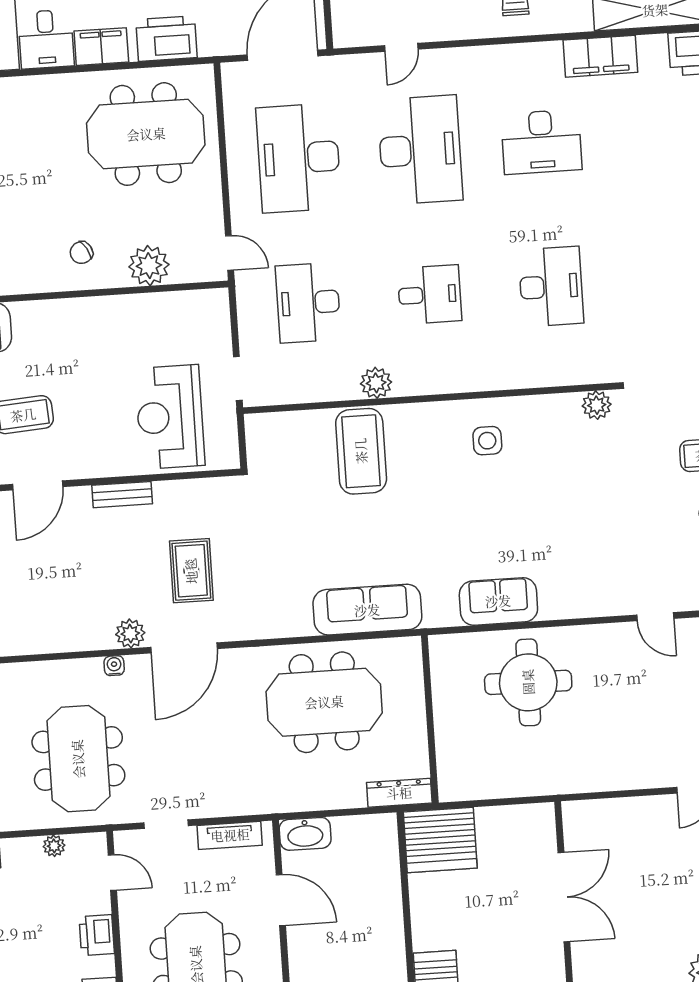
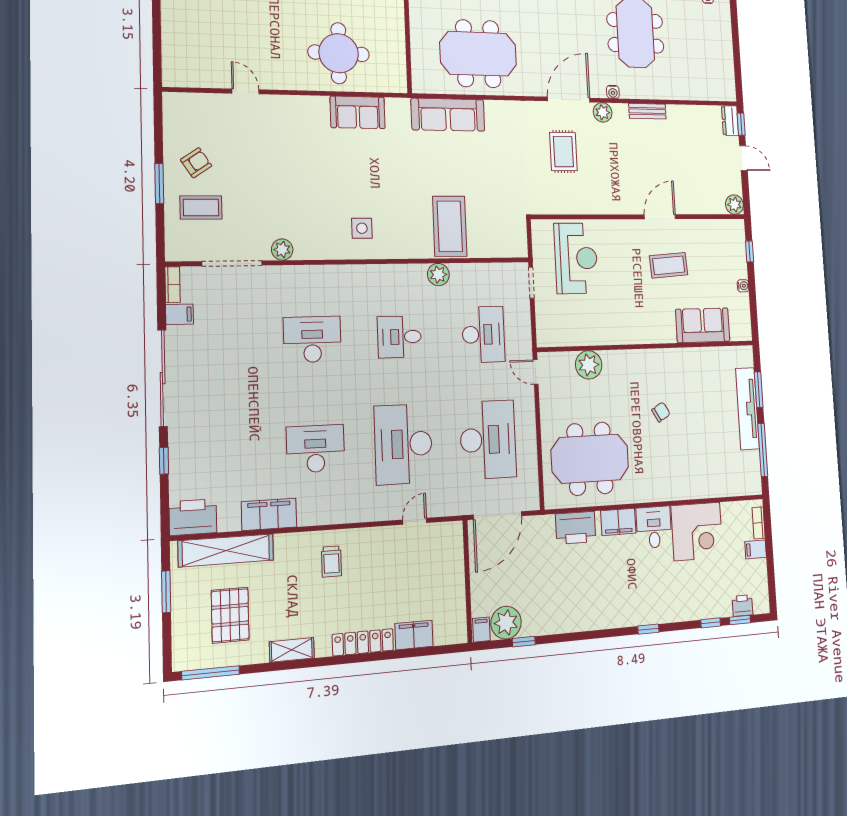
chair: (81, 253) -> (661, 412), moved
desk: (551, 286) -> (312, 339), turned 90
bench: (122, 495) -> (647, 111), moved

